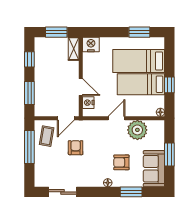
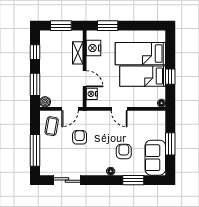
window: (139, 32) -> (108, 26), moved
nightstand: (91, 44) -> (94, 48), moved, turned -90
shelving: (74, 49) -> (78, 53), moved
boiler: (40, 111) -> (45, 102), added
door: (117, 118) -> (119, 109), swing flipped
plant: (137, 130) -> (139, 120), removed
window: (29, 147) -> (35, 150), moved
armchair: (121, 162) -> (124, 152), turned 90

